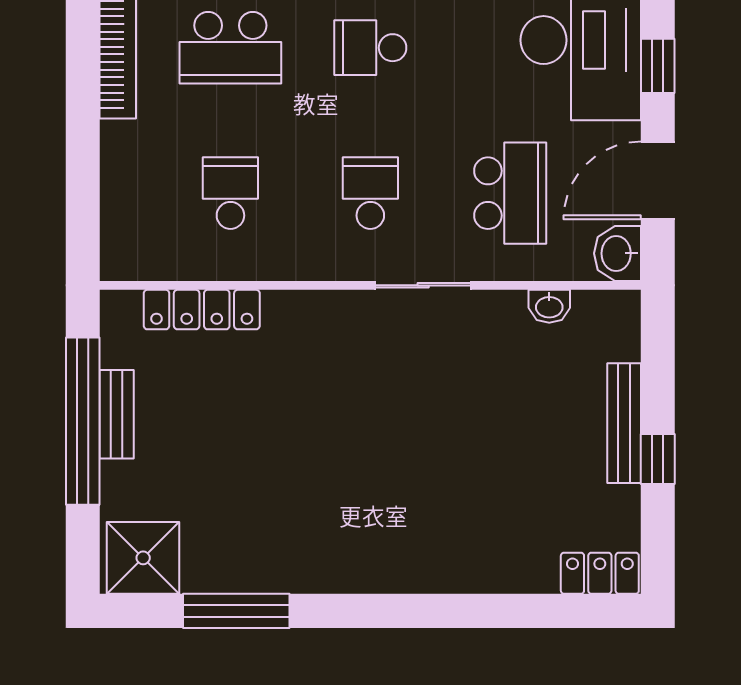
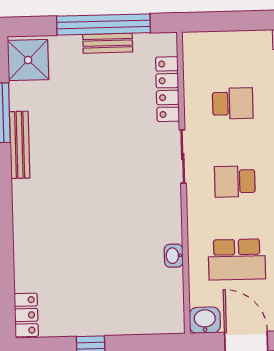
school desk: (370, 193) -> (235, 181), turned 180
sliding door: (423, 285) -> (183, 157), moved
washbasin: (549, 306) -> (174, 256), moved
bench: (624, 423) -> (20, 145), moved, turned 90

